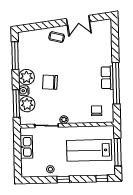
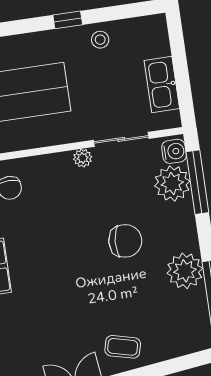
plant: (26, 77) -> (185, 271), moved
water cooler: (24, 91) -> (174, 151), moved

